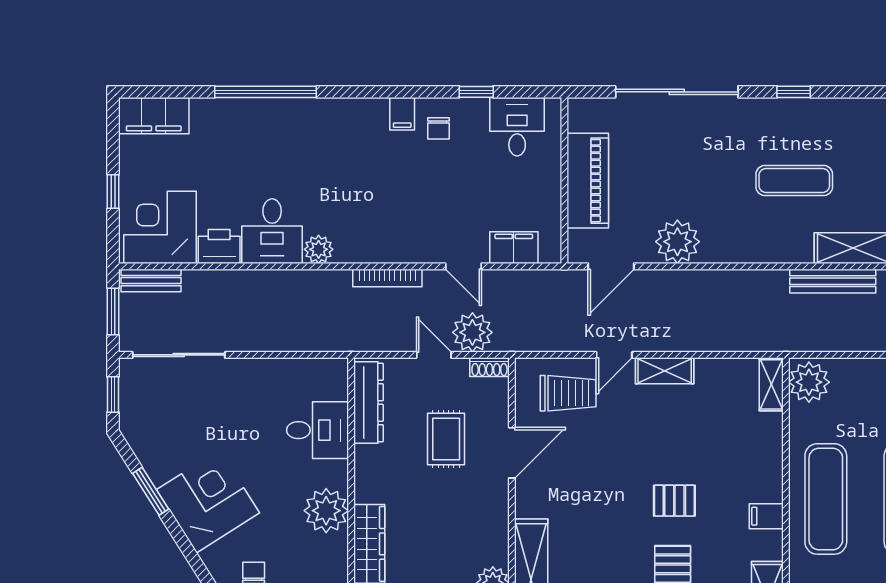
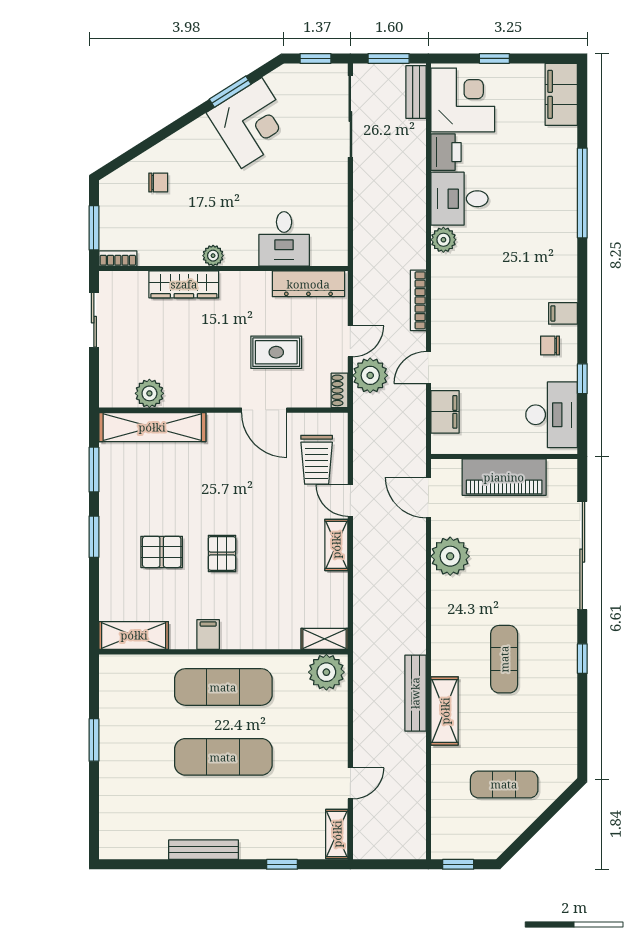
desk: (517, 127) -> (552, 415), width x1.37
corner desk: (208, 501) -> (252, 123), moved
plant: (326, 511) -> (213, 256), width x0.53, depth x0.53

